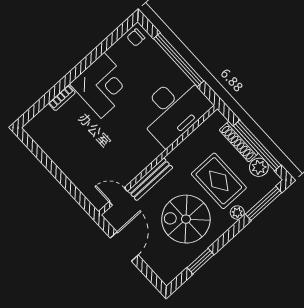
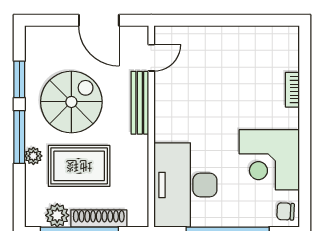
chair: (136, 38) -> (286, 211), turned -87
corner desk: (103, 85) -> (269, 160), moved
window: (264, 203) -> (19, 137), moved

